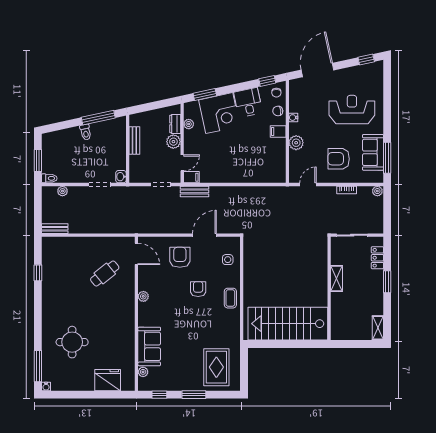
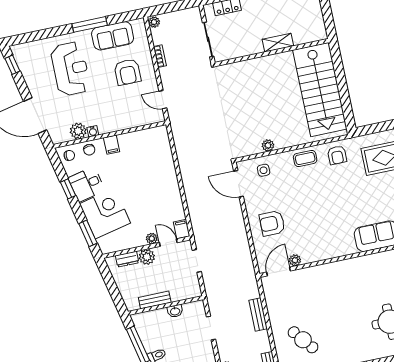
window: (267, 81) -> (68, 189), moved
reception desk: (352, 110) -> (70, 69), turned 180
plant: (189, 124) -> (152, 239), moved
plant: (296, 143) -> (78, 131), moved
window: (387, 158) -> (90, 24), moved
washbasin: (121, 177) -> (175, 311), moved
bench: (194, 191) -> (258, 314), moved
door: (204, 235) -> (239, 184), moved
plant: (249, 268) -> (268, 145), added
cafe table: (105, 274) -> (303, 340), moved
shelving: (337, 279) -> (278, 43), moved
armchair: (198, 289) -> (337, 155), moved, turned -90
plant: (143, 296) -> (295, 260), moved

